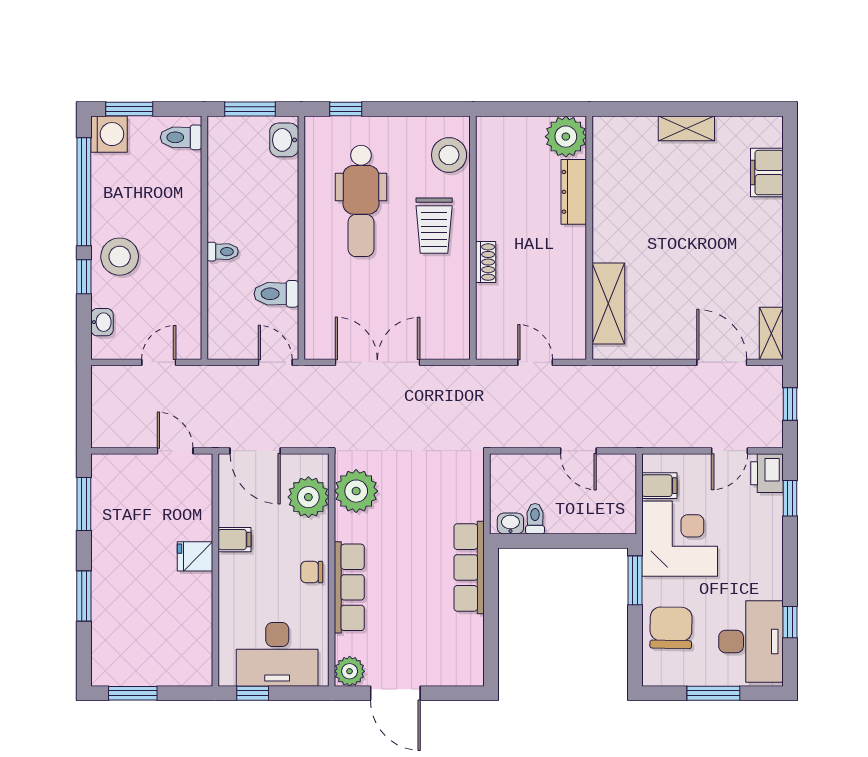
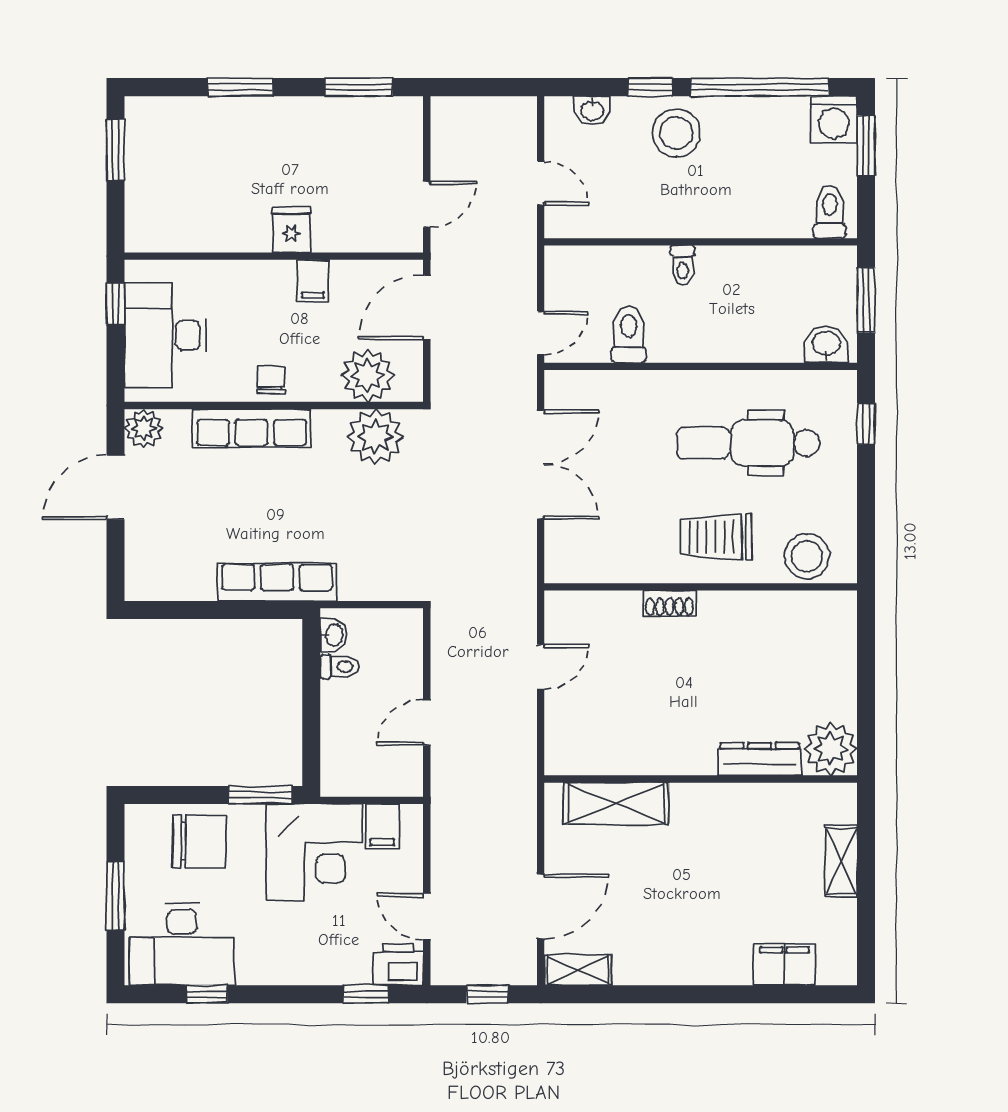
plant: (566, 137) -> (831, 749), moved
dresser: (574, 192) -> (760, 759), moved
wall: (589, 238) -> (701, 779), moved
shelving: (608, 304) -> (616, 803), moved

